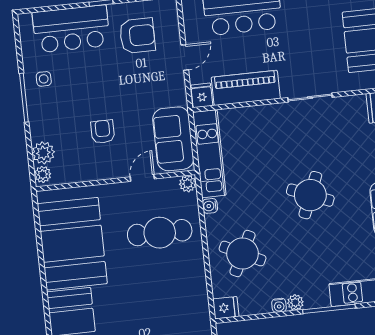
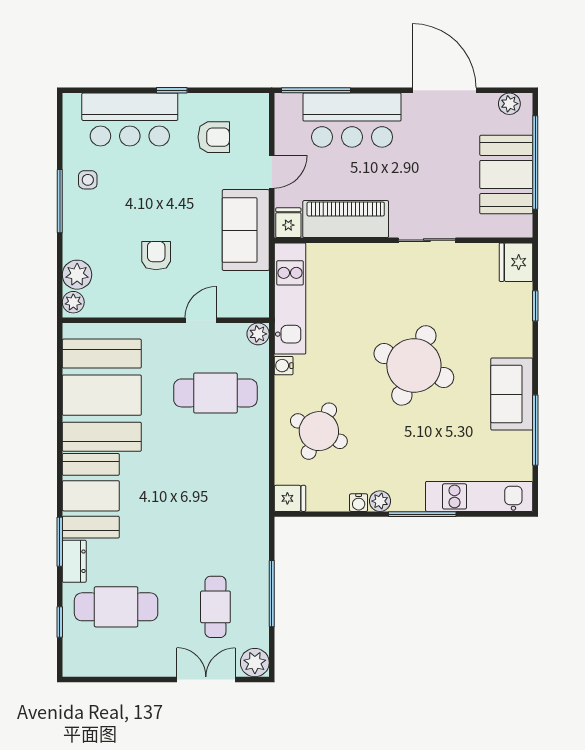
armchair: (137, 36) -> (214, 137), width x0.72, depth x0.72
sofa: (173, 139) -> (246, 230), moved
round table: (310, 195) -> (414, 365), width x1.36, depth x1.36

